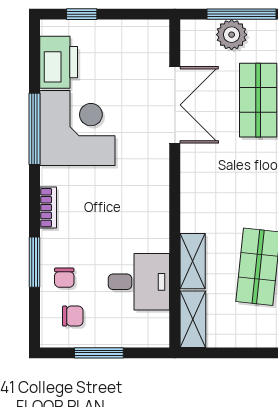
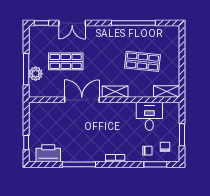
double door: (175, 105) -> (82, 100), moved
corner desk: (77, 128) -> (79, 145), removed
shelving: (193, 261) -> (115, 92), moved
window: (34, 262) -> (155, 164), moved

